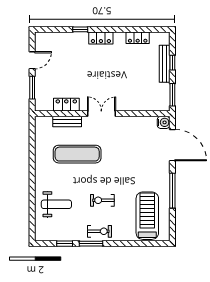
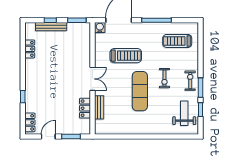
locker: (101, 38) -> (30, 122), moved
door: (32, 60) -> (48, 137), hinge flipped
double door: (101, 114) -> (93, 79), swing flipped
exercise mat: (77, 154) -> (140, 91), moved
treadmill: (130, 154) -> (126, 56), added
weight bench: (56, 204) -> (184, 113), moved
treadmill: (147, 216) -> (177, 41), width x0.73, depth x0.73

